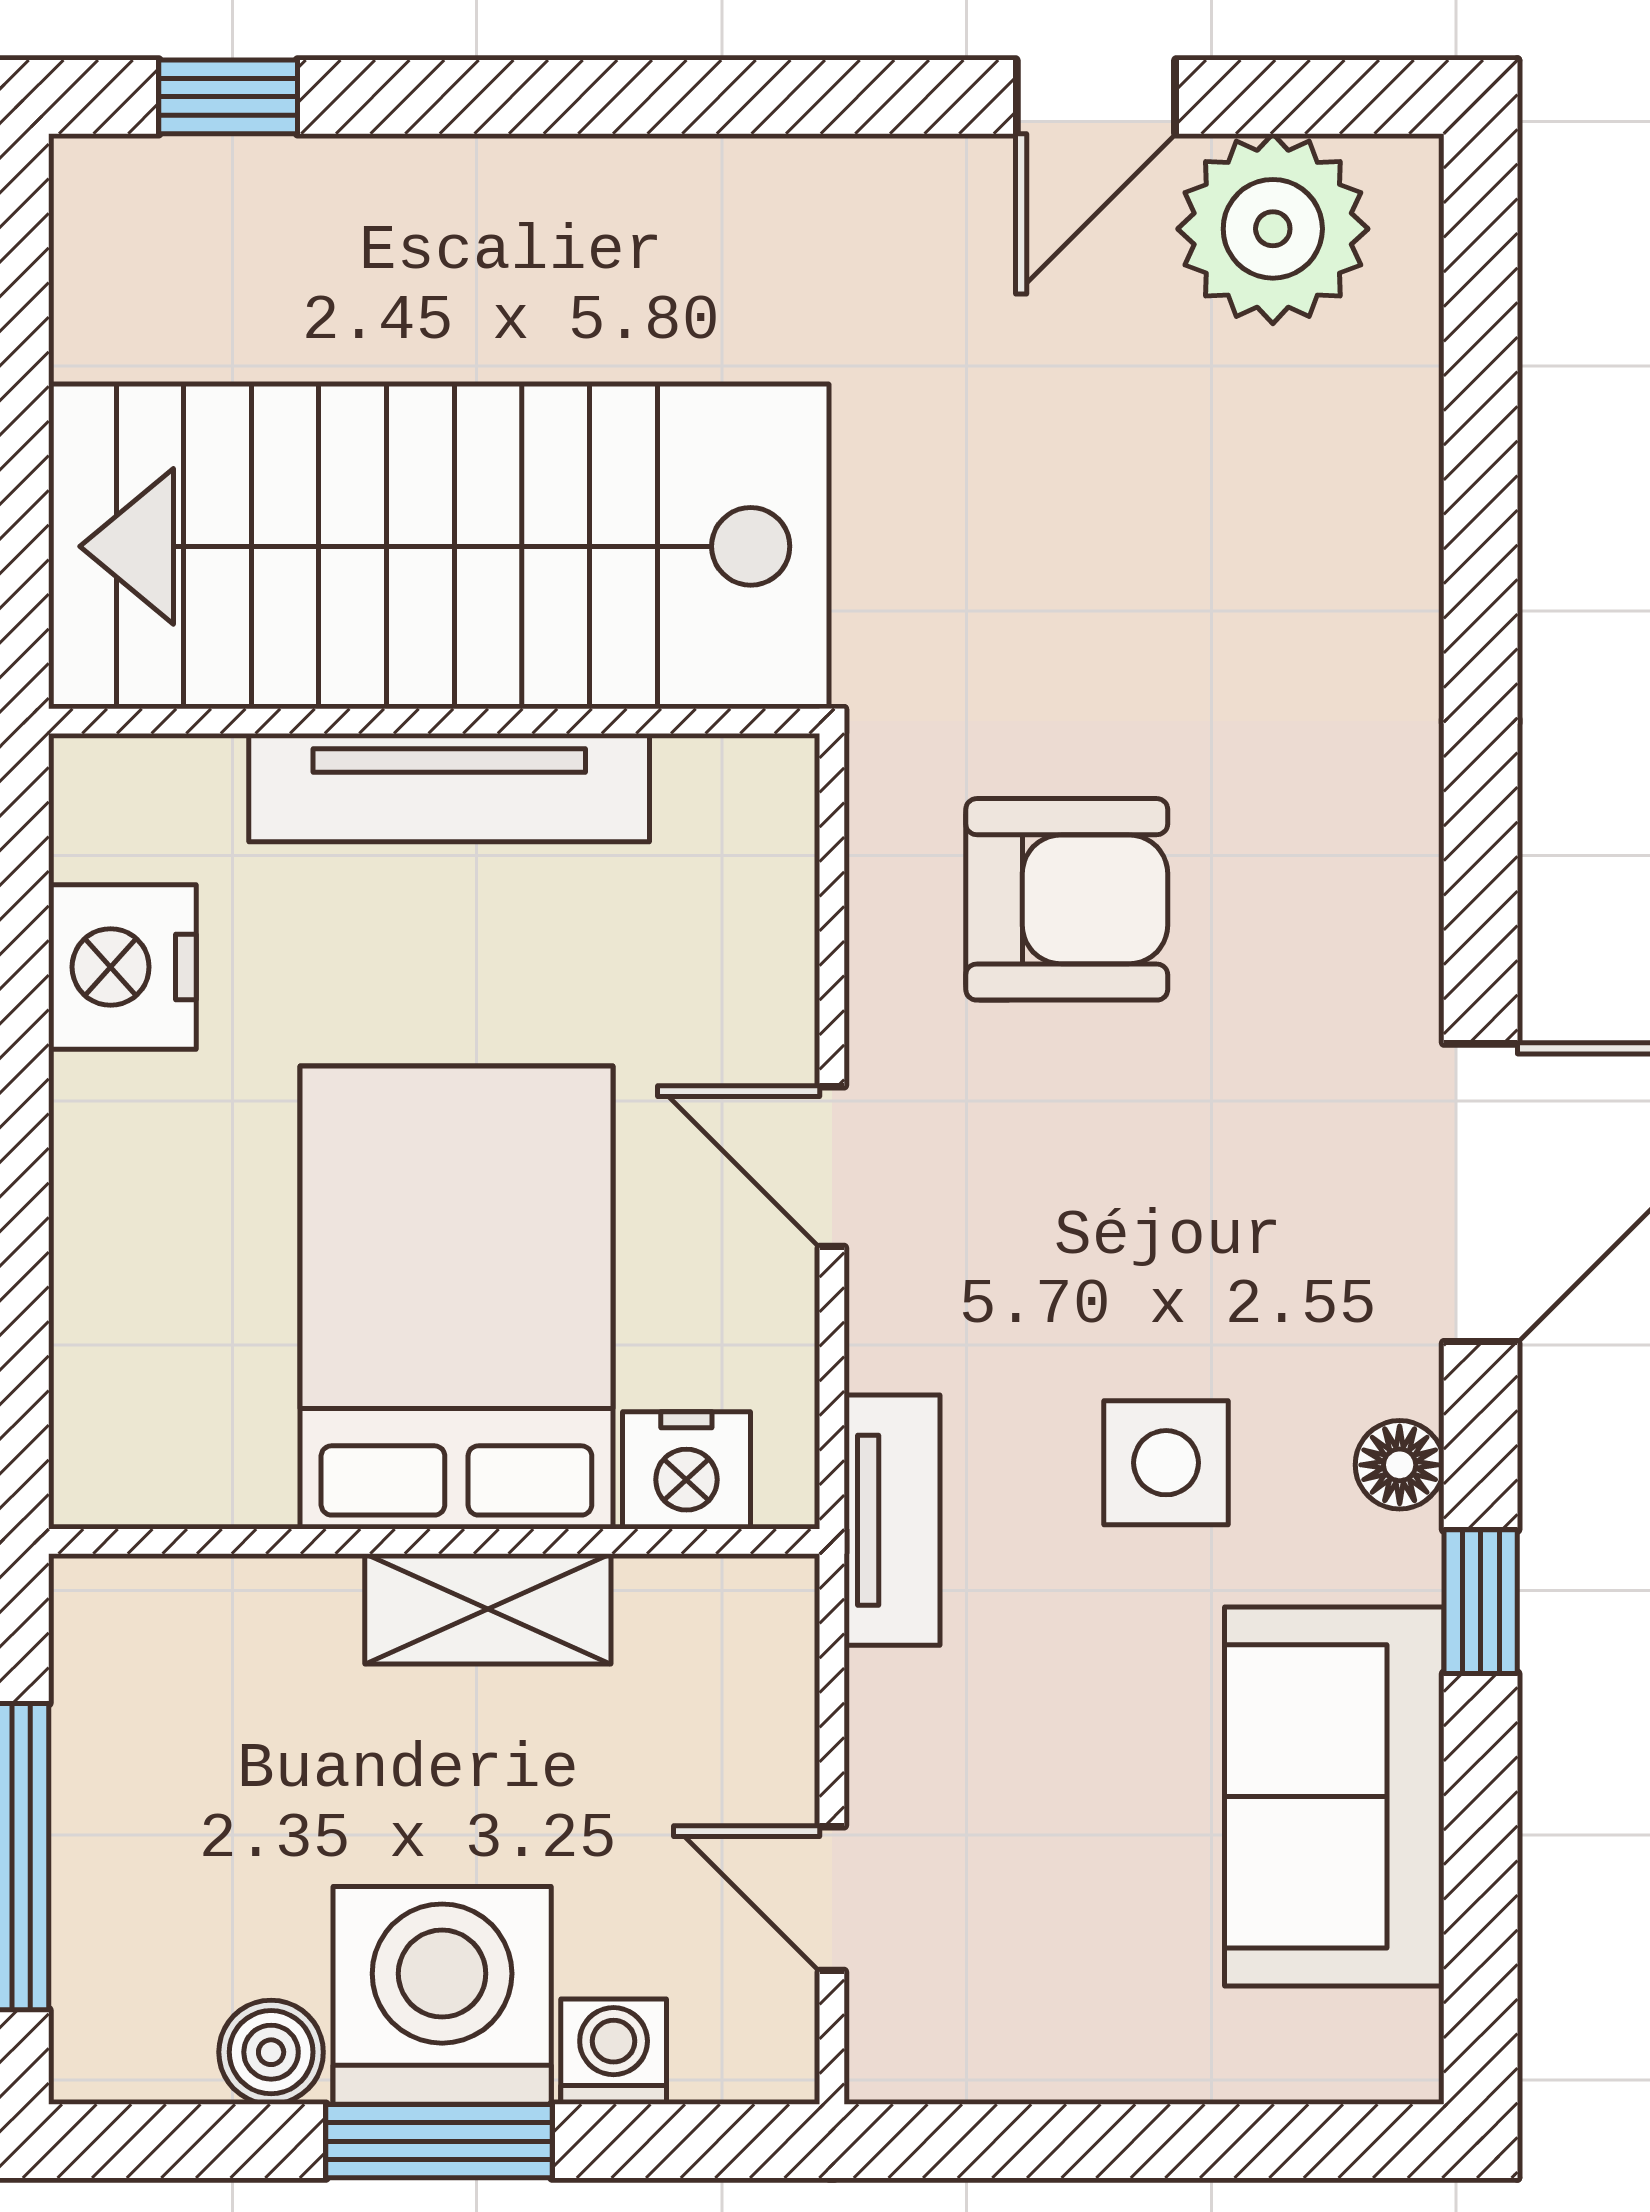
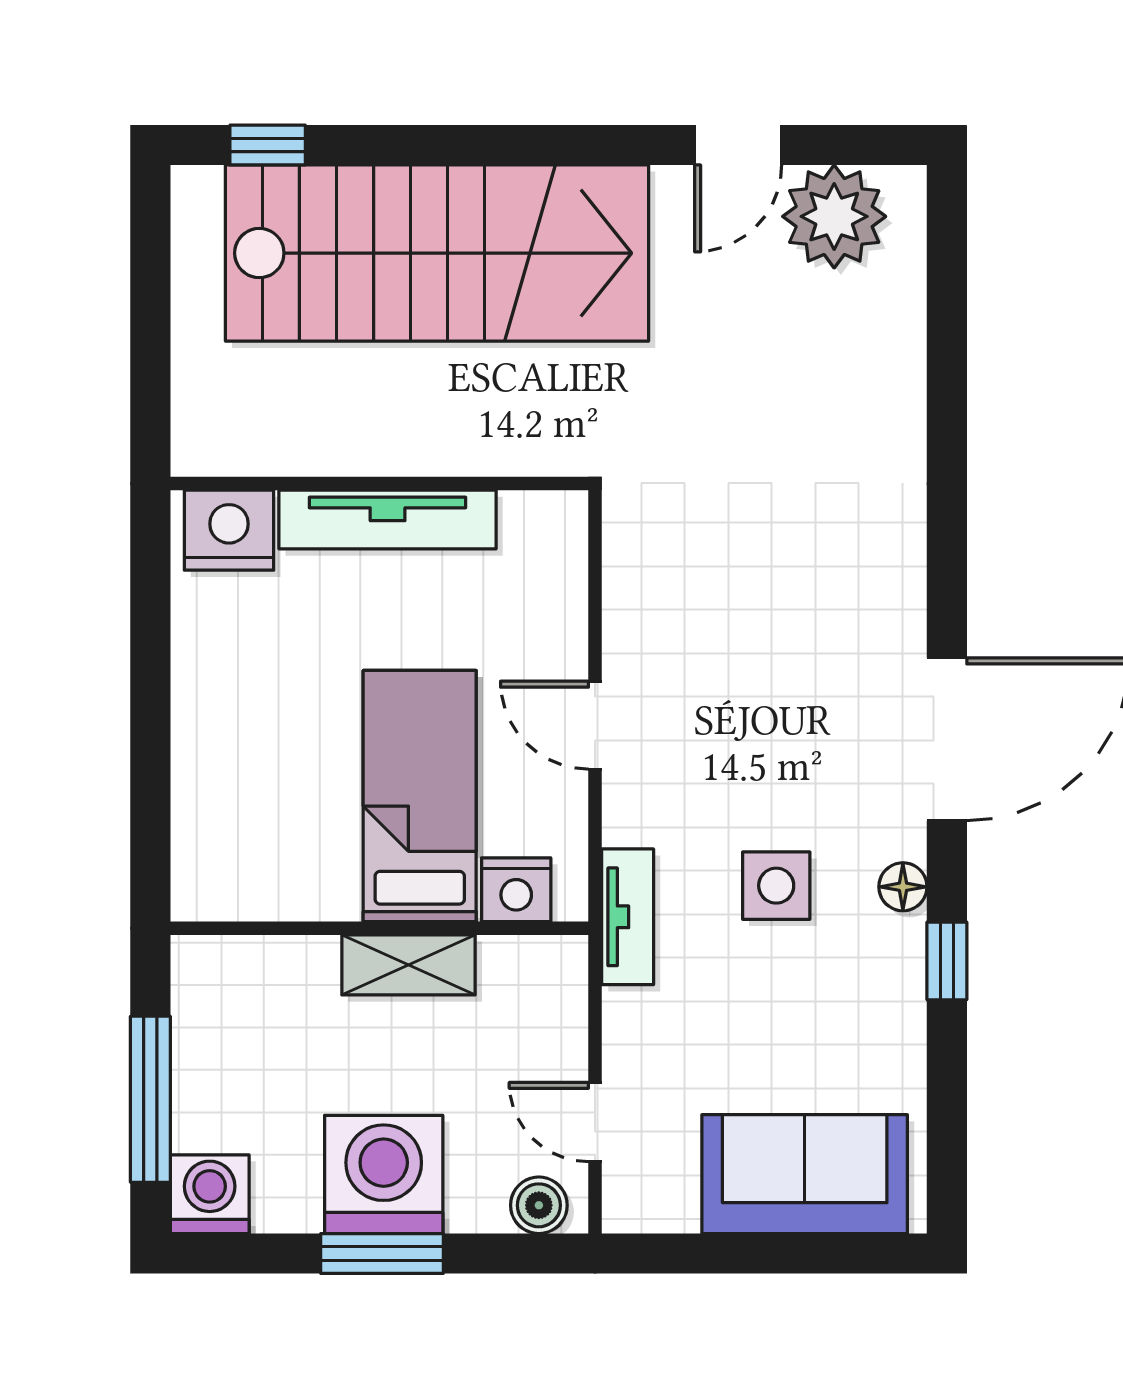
stairs: (439, 546) -> (437, 253), moved, turned 180
armchair: (1067, 899) -> (722, 580), removed
nightstand: (122, 967) -> (229, 530), moved, turned 90
bed: (456, 1297) -> (420, 796), width x0.67
sofa: (1334, 1796) -> (805, 1174), moved, turned 90
boiler: (271, 2052) -> (539, 1205), moved
washing machine: (614, 2052) -> (210, 1194), moved, width x1.38, depth x1.38

